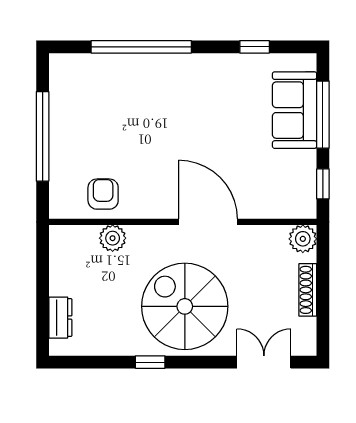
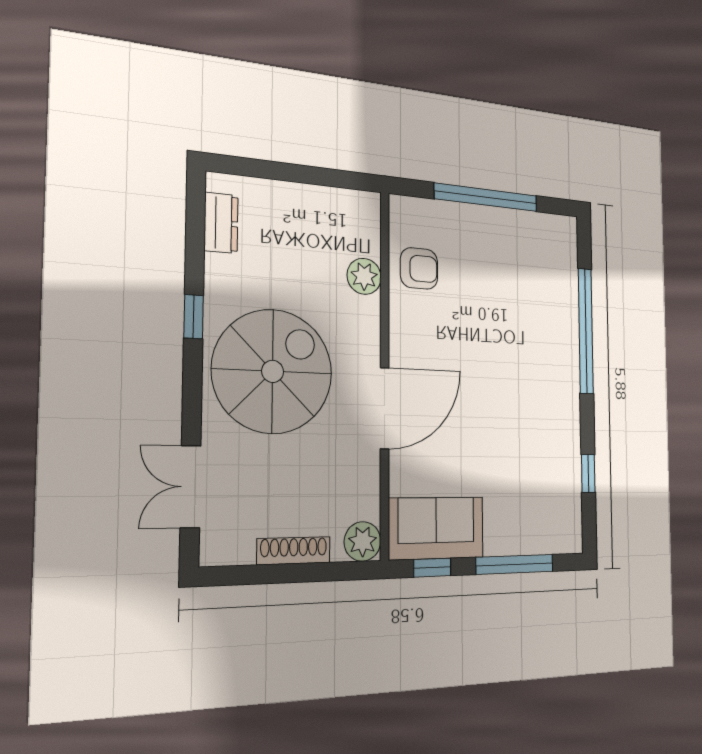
sofa: (295, 110) -> (436, 528), moved
dresser: (60, 318) -> (221, 223), moved, turned -90
double door: (264, 362) -> (190, 487), swing flipped

